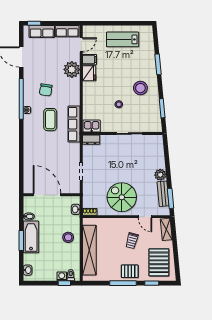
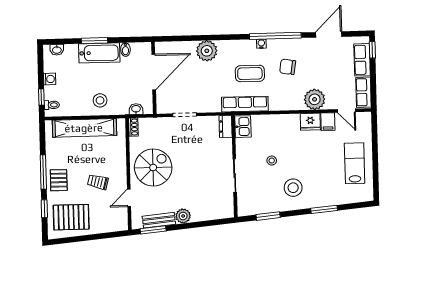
plant: (32, 153) -> (207, 51), added
shelving: (166, 229) -> (113, 225), removed
washing machine: (62, 276) -> (50, 79), moved

